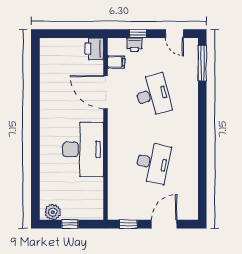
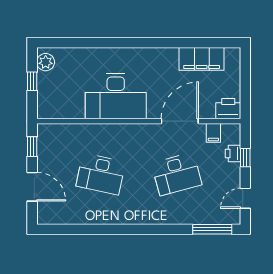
filing cabinet: (50, 73) -> (202, 59), added

